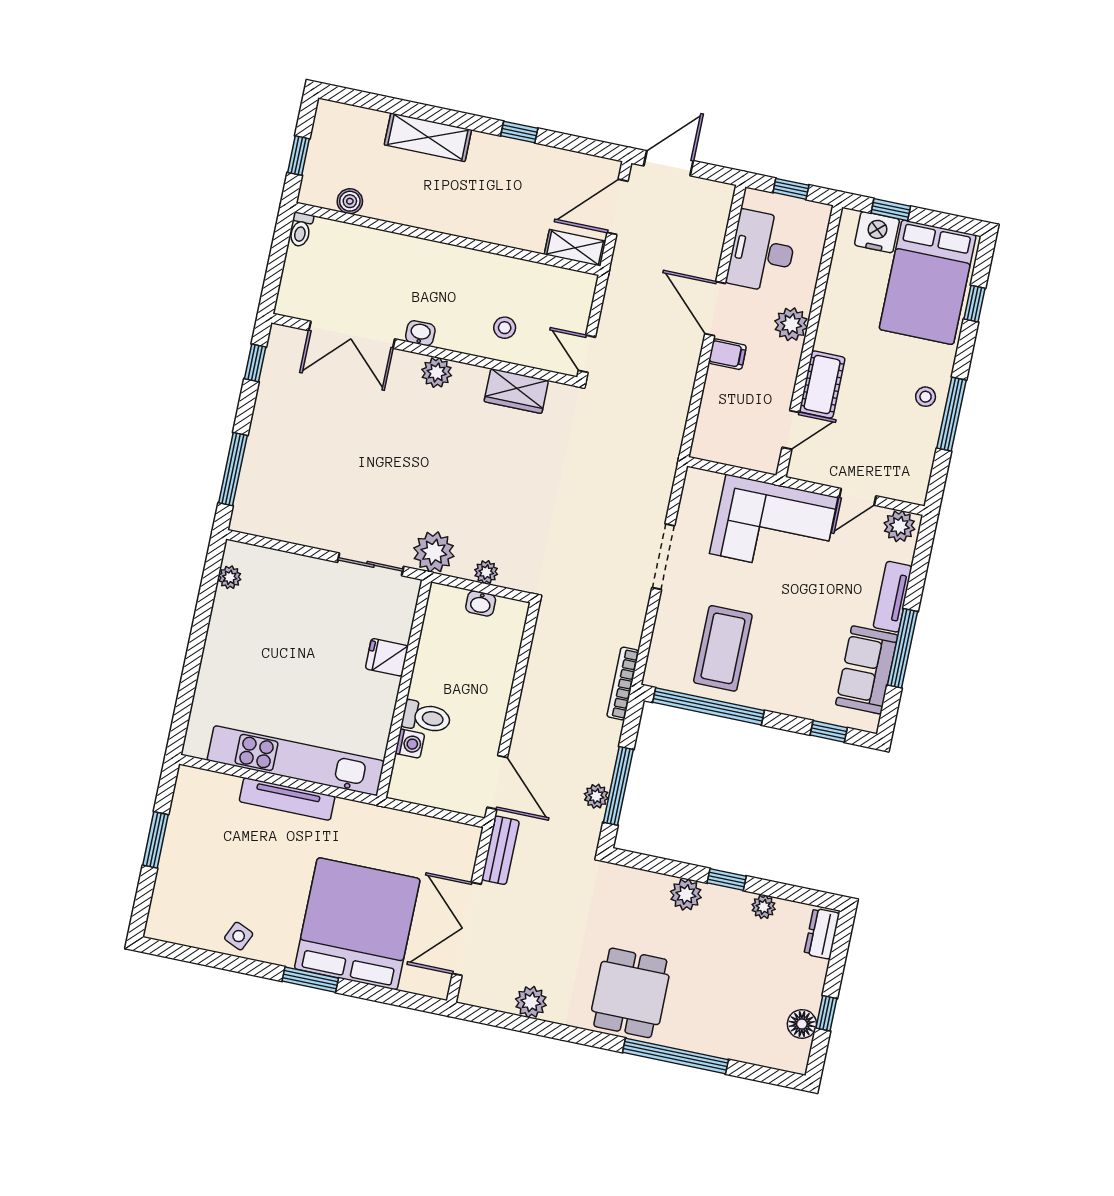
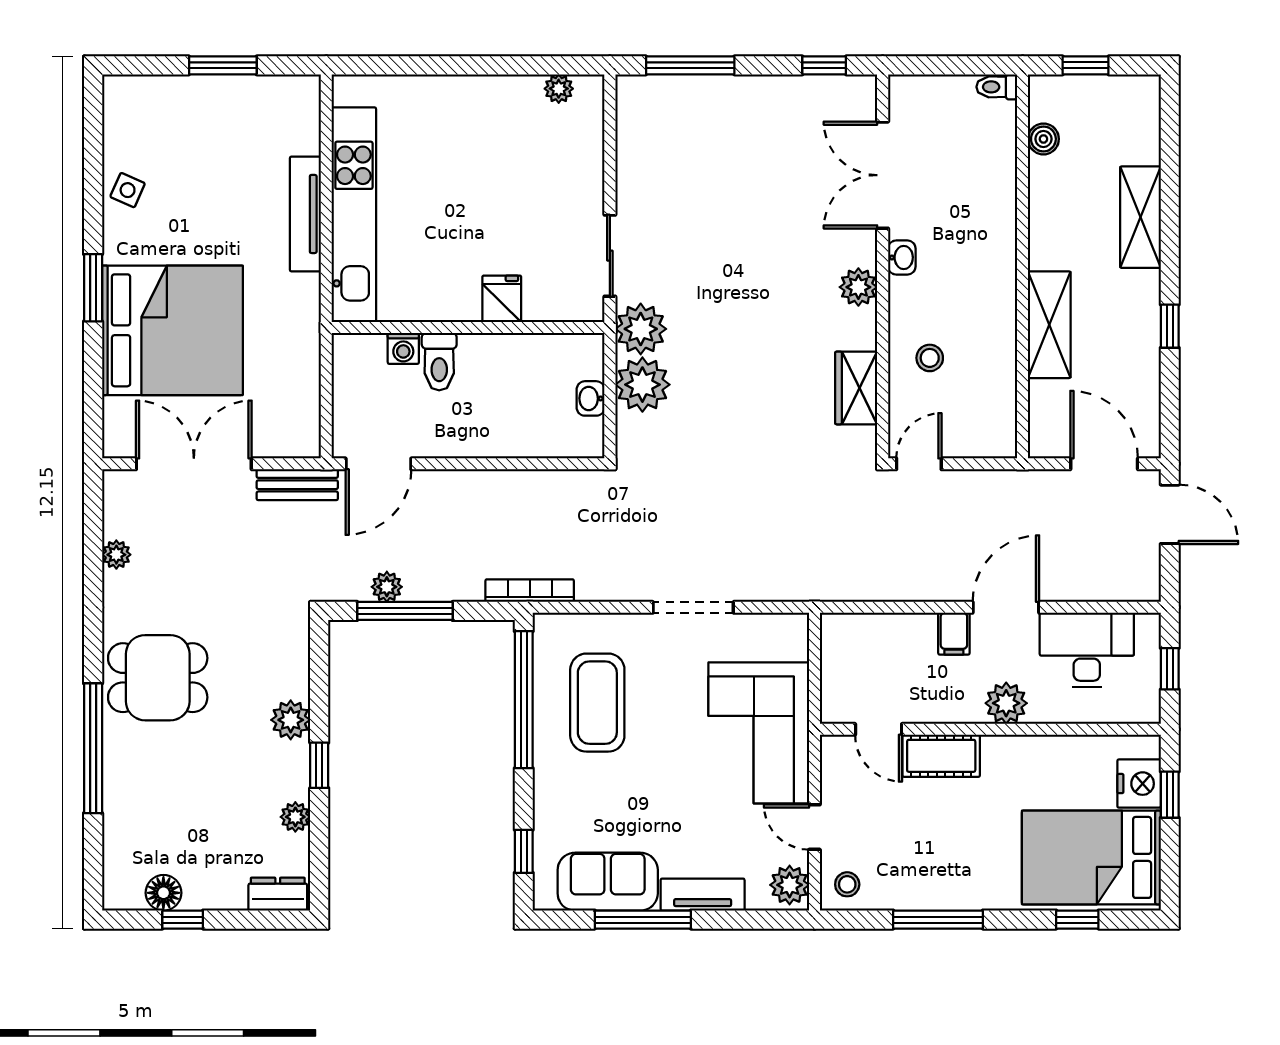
shelving: (575, 248) -> (1049, 325), moved, width x1.50, depth x1.33
stool: (926, 397) -> (847, 884), moved
plant: (486, 572) -> (642, 385), width x1.88, depth x1.88
coffee table: (723, 648) -> (597, 703), turned 90
plant: (531, 1002) -> (116, 555), width x0.73, depth x0.73

